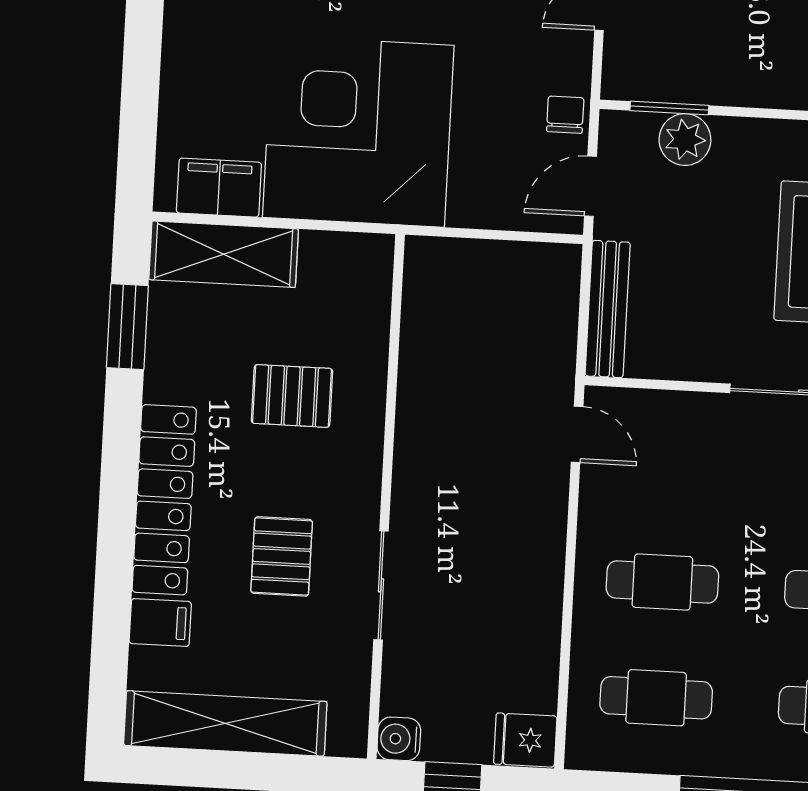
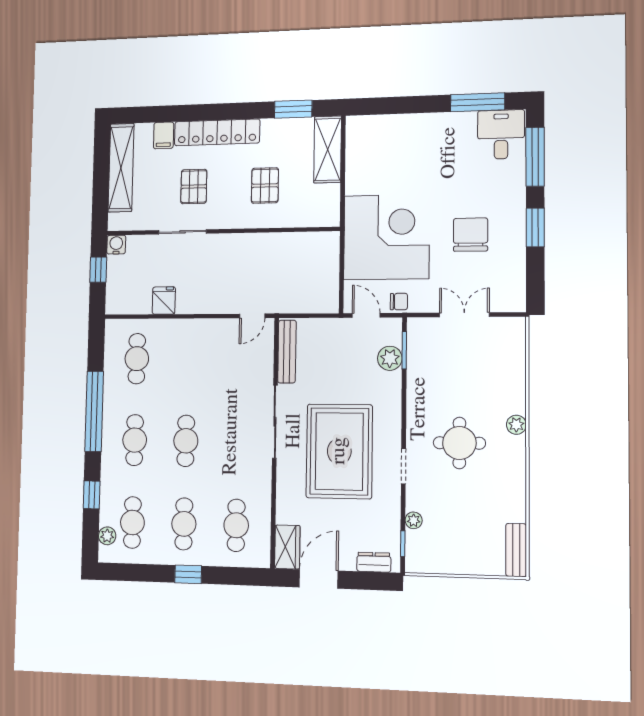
corner desk: (358, 131) -> (386, 237), moved
filing cabinet: (219, 188) -> (358, 145), removed
bench: (608, 309) -> (287, 352), moved, turned 90
pallet: (282, 556) -> (194, 187), turned 90
cafe table: (662, 582) -> (188, 359), removed
fridge: (525, 740) -> (164, 301), moved

